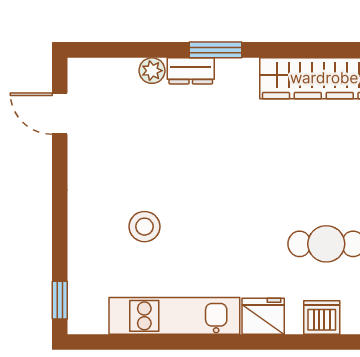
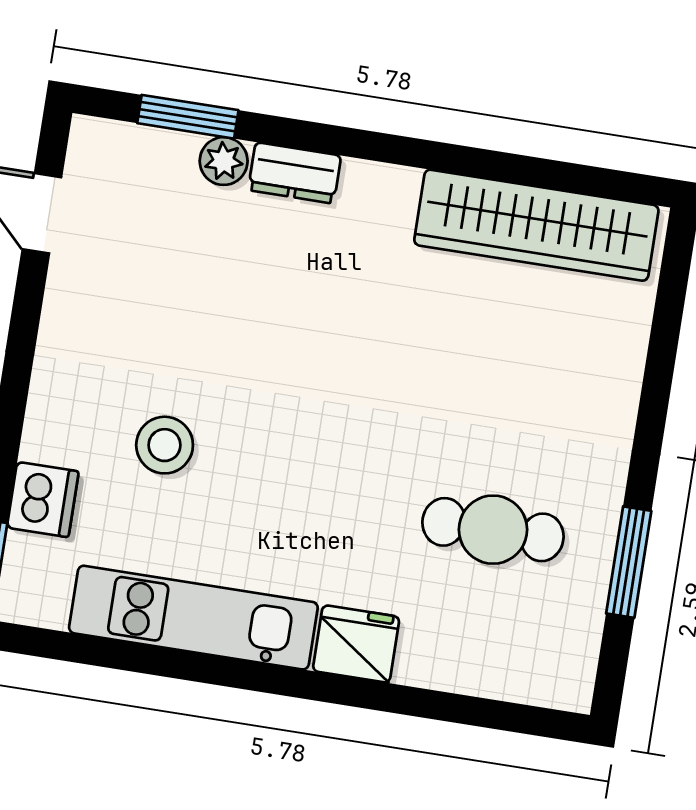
window: (216, 50) -> (188, 117), moved
dishwasher: (322, 317) -> (43, 500), moved, turned 90

